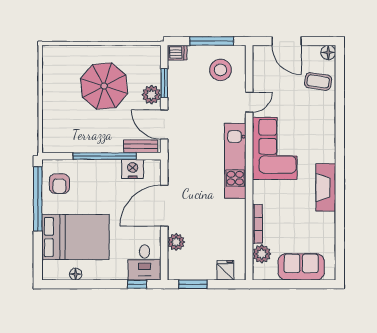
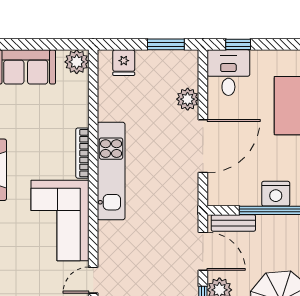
kitchen unit: (235, 161) -> (111, 171), moved
nightstand: (133, 169) -> (276, 194), moved
bookcase: (257, 224) -> (82, 153), moved
plant: (262, 254) -> (77, 62), moved

